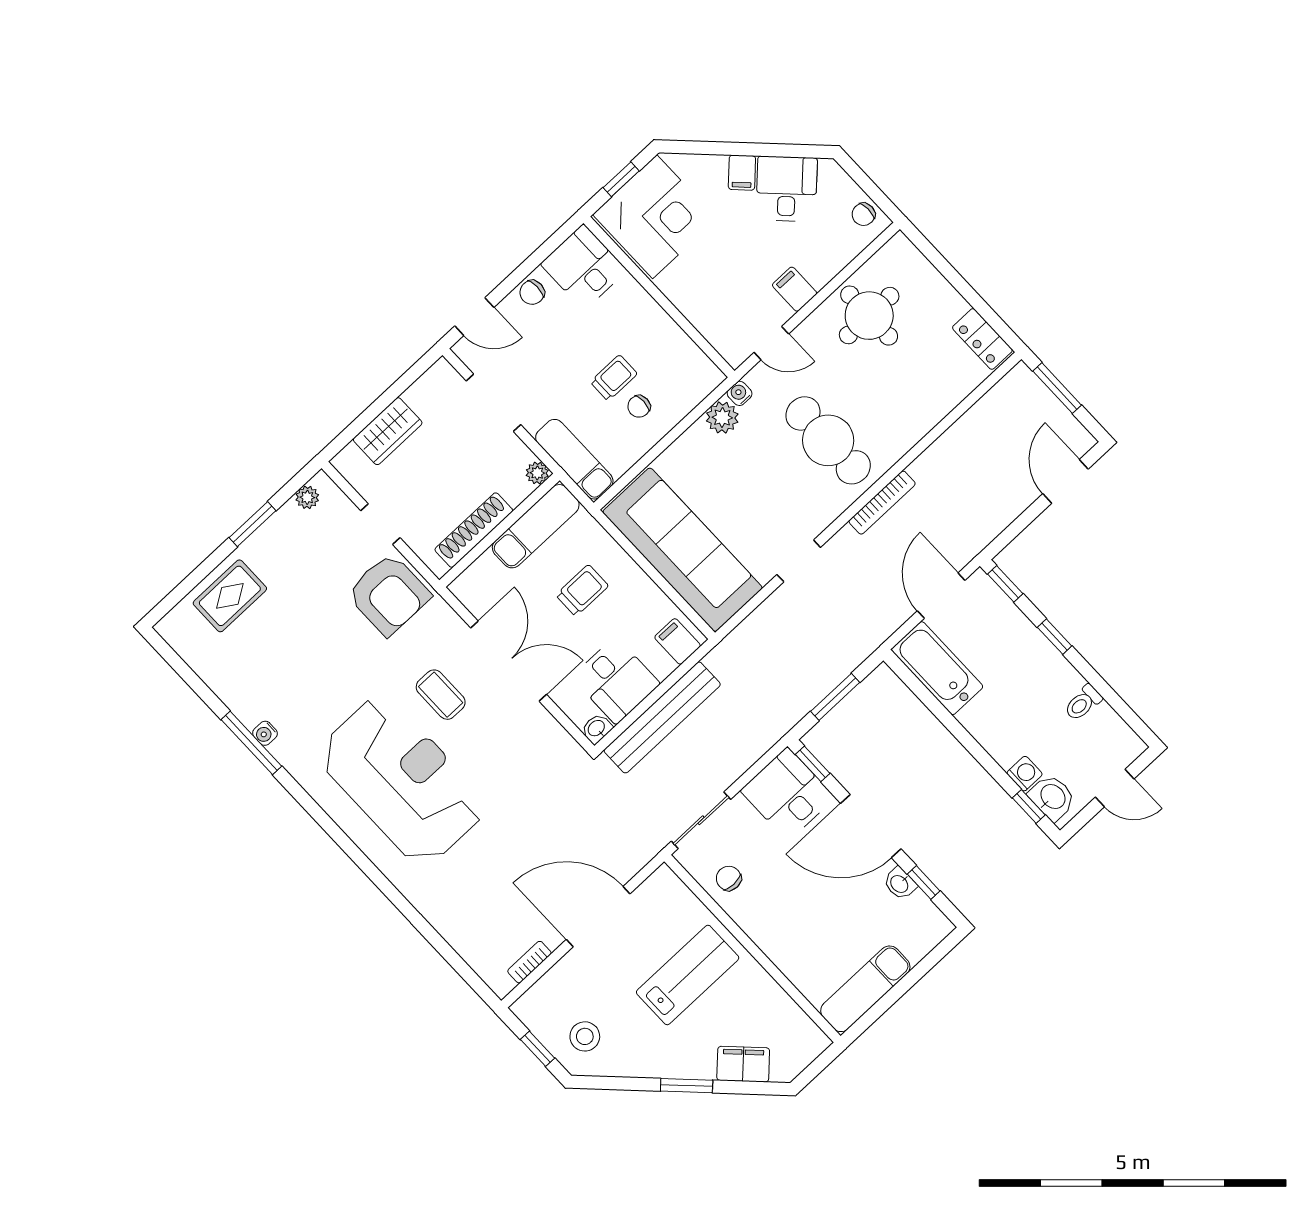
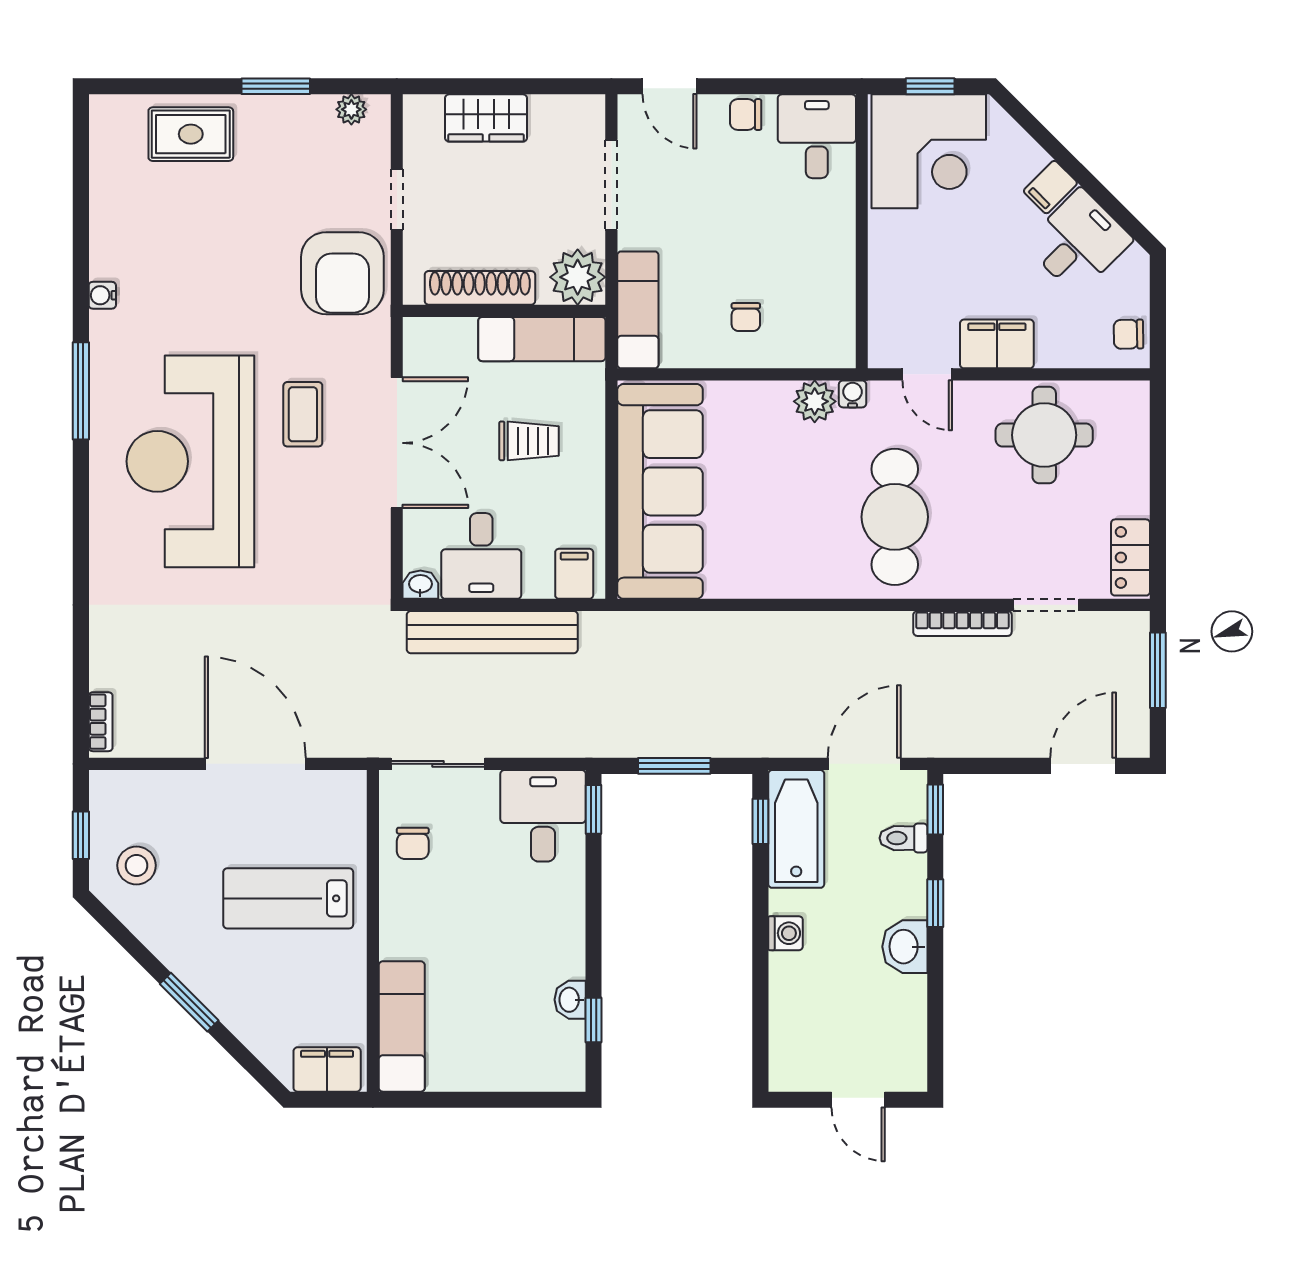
filing cabinet: (795, 289) -> (997, 344), width x2.00
trolley: (614, 378) -> (747, 268), removed
chair: (639, 406) -> (746, 317), turned -90
plant: (537, 473) -> (578, 277), width x1.88, depth x1.88
bookcase: (882, 503) -> (962, 623), moved
doorway: (799, 561) -> (1046, 605), moved
toilet: (1083, 703) -> (904, 838), moved
window: (251, 743) -> (81, 391), moved
washing machine: (1025, 774) -> (786, 933), moved
reception desk: (402, 780) -> (190, 461), turned 180
washbasin: (1052, 797) -> (905, 947), moved, turned 180
window: (1029, 806) -> (760, 821), moved
door: (871, 826) -> (594, 920), removed
chair: (729, 878) -> (413, 843), turned 180
bookcase: (529, 962) -> (101, 722), moved, turned 90
lab bench: (688, 975) -> (288, 898), turned 180
exam couch: (865, 989) -> (402, 1026), moved, turned 90
filing cabinet: (743, 1064) -> (327, 1069), moved, turned -45

